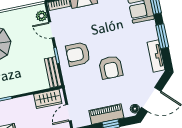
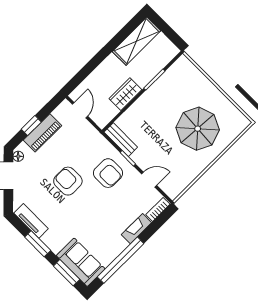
plant: (42, 16) -> (168, 187), removed
armchair: (78, 54) -> (108, 173), turned 90
wardrobe: (48, 99) -> (125, 94), moved

